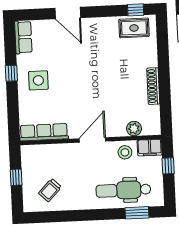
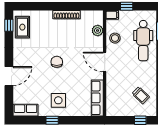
chair: (90, 76) -> (57, 62), added
filing cabinet: (150, 148) -> (112, 15), width x0.50
window: (16, 177) -> (140, 120), moved

